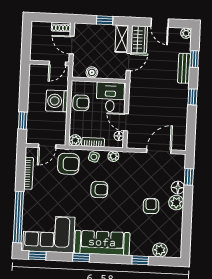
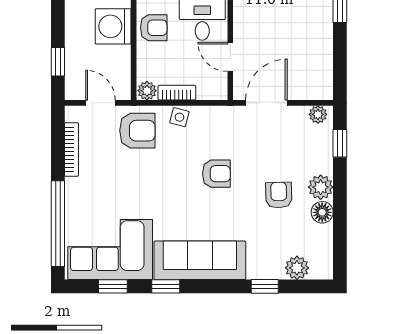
floor lamp: (119, 136) -> (220, 80), removed
door: (47, 146) -> (100, 103), swing flipped
door: (159, 151) -> (266, 103), moved
plant: (113, 156) -> (318, 114), moved
floor lamp: (178, 188) -> (322, 212), moved
armchair: (99, 190) -> (216, 174), moved
window: (37, 256) -> (113, 286), moved

